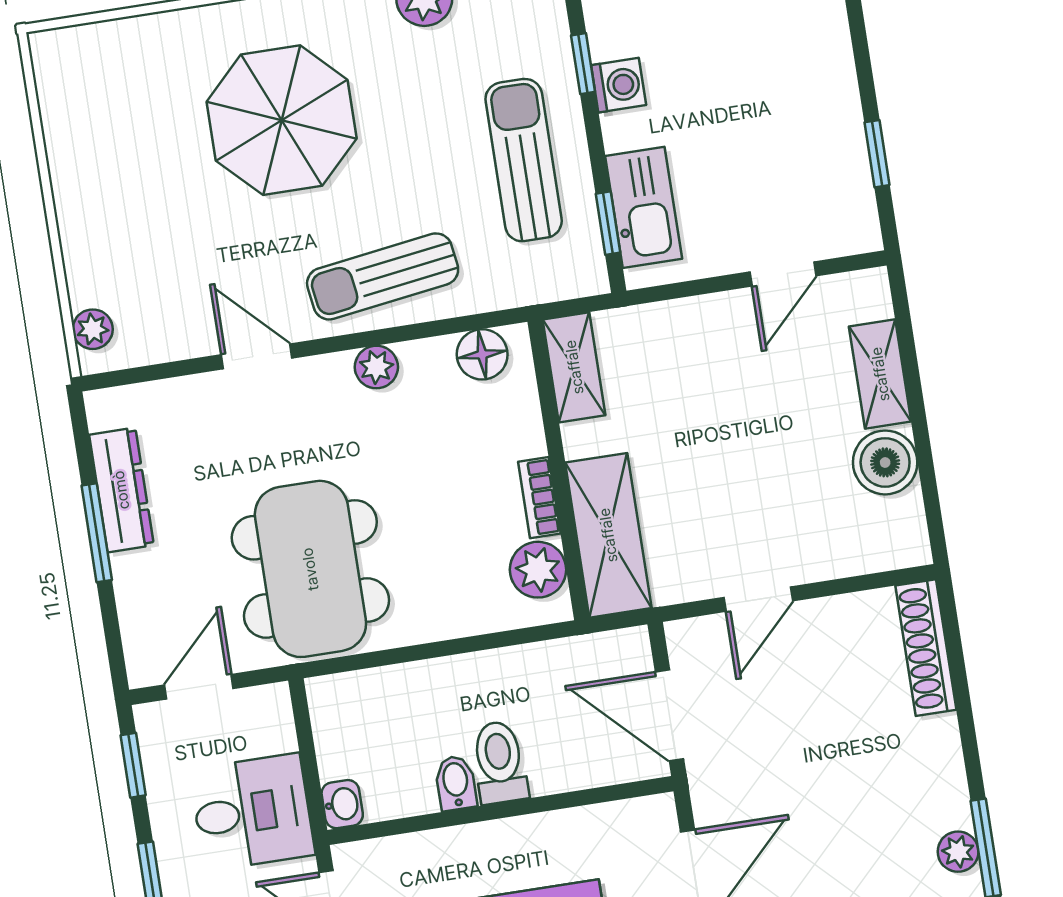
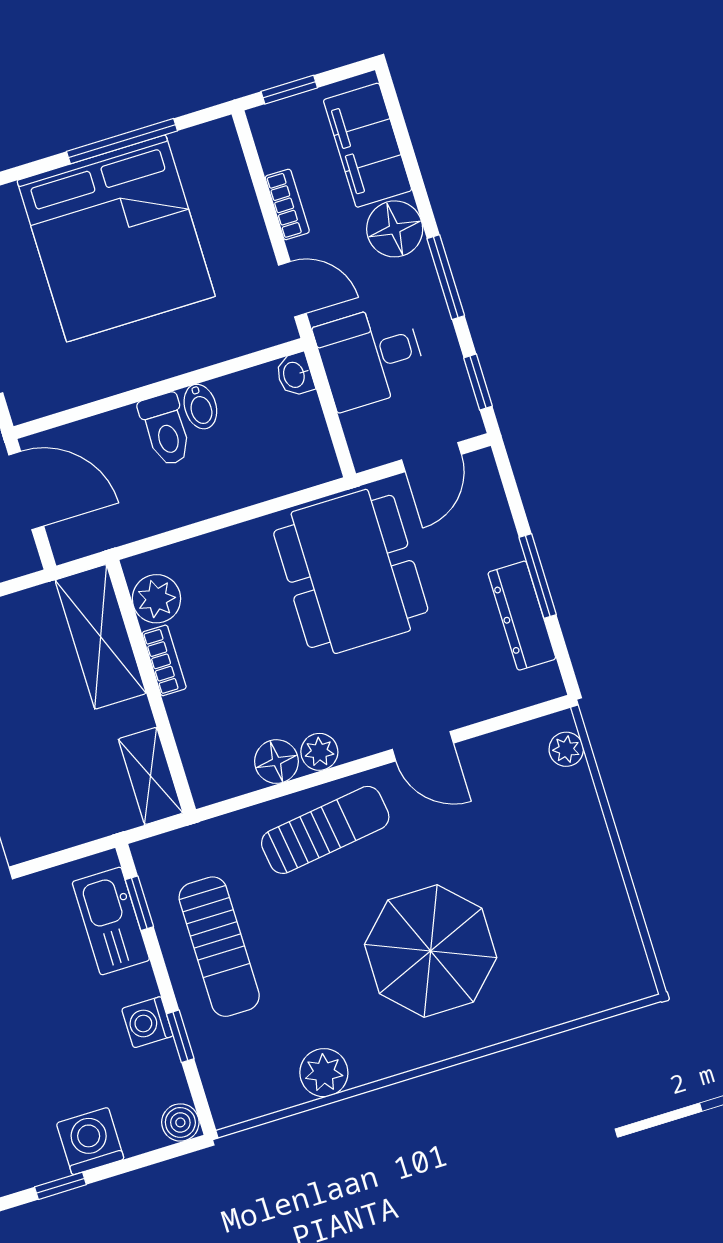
floor lamp: (482, 354) -> (276, 762), moved

